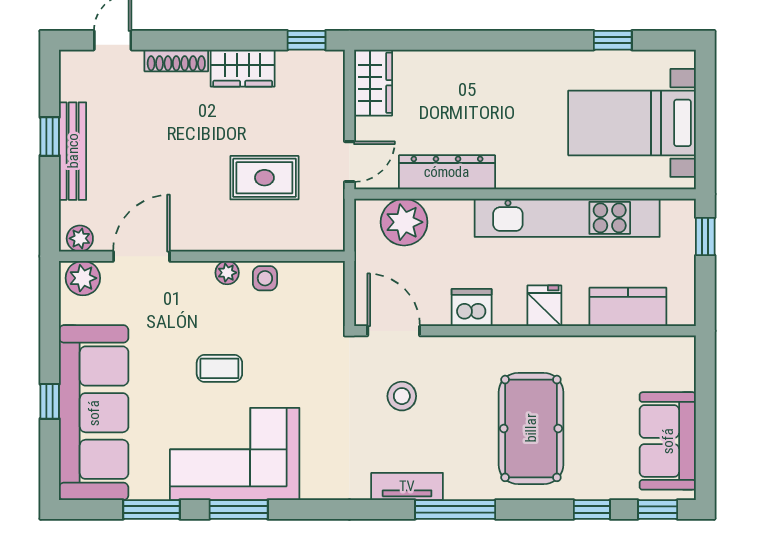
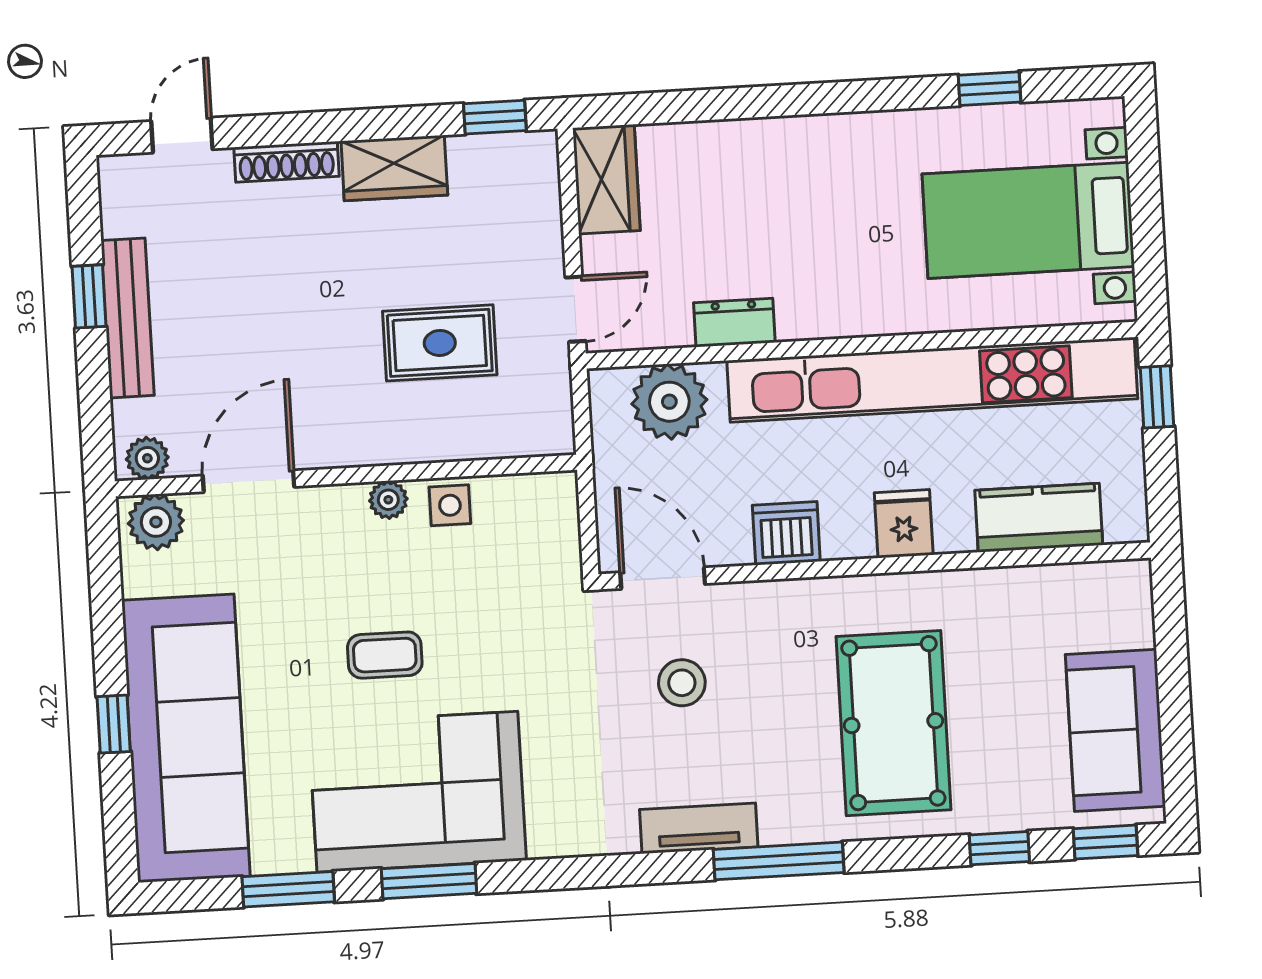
dresser: (447, 172) -> (734, 323), width x0.51, depth x0.80
kitchen unit: (567, 218) -> (932, 380), width x1.36

